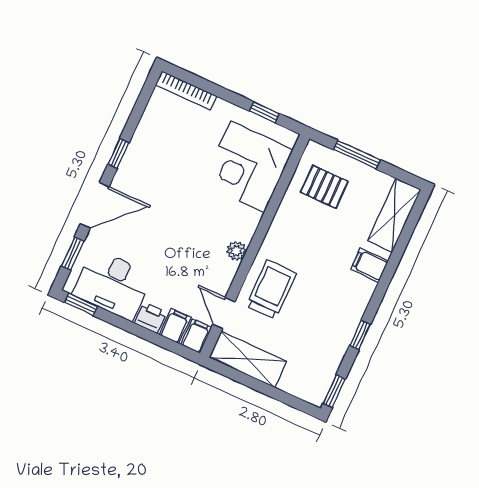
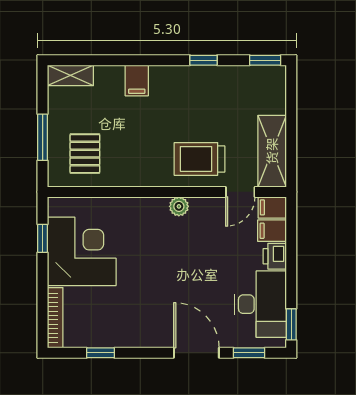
window: (118, 153) -> (101, 353), moved
corner desk: (248, 167) -> (82, 251), moved, turned -90
shelving: (394, 215) -> (70, 75), width x0.67, depth x0.75

